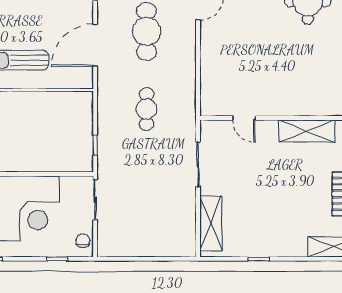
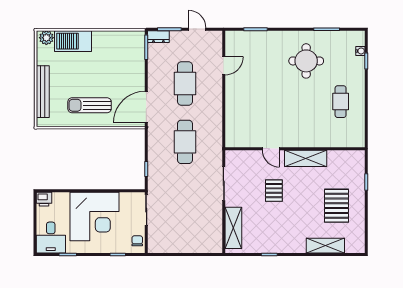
door: (95, 45) -> (146, 107), moved
cafe table: (147, 109) -> (185, 142), width x1.37, depth x1.35
door: (244, 118) -> (271, 149), moved
pallet: (265, 174) -> (274, 191), added

